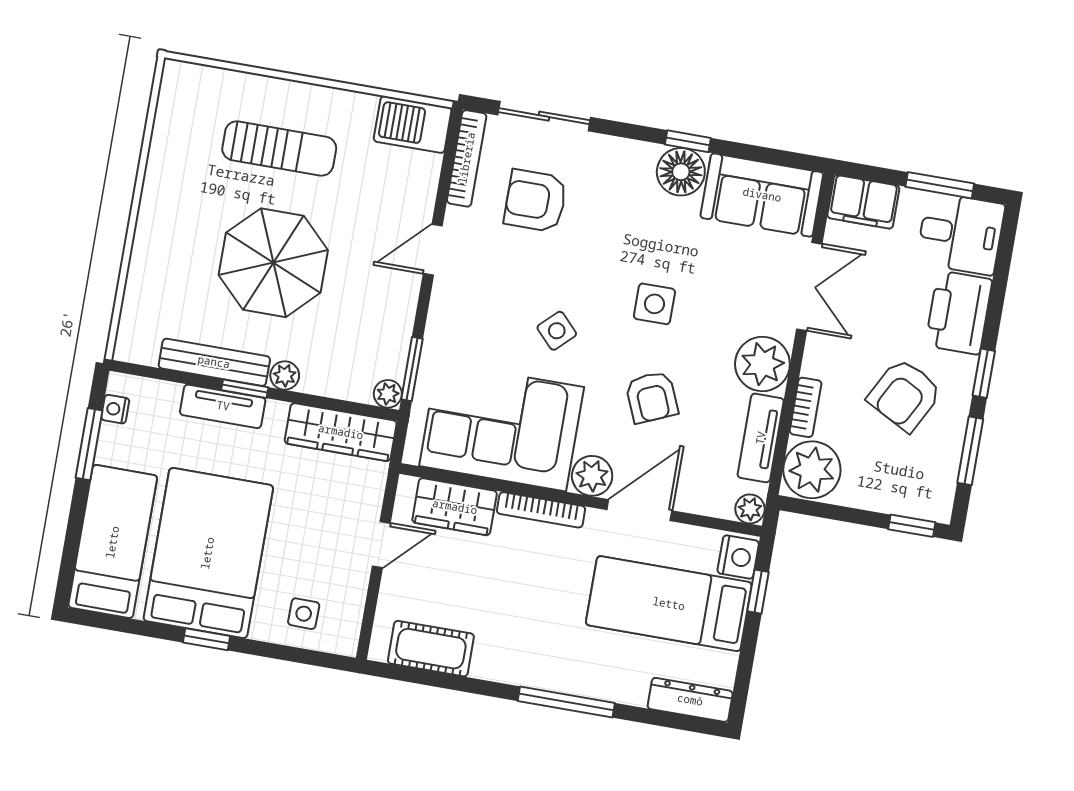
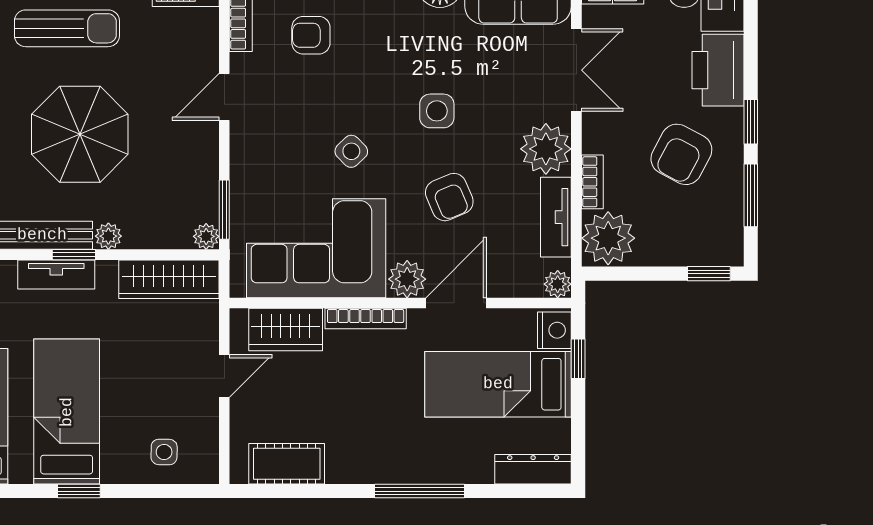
armchair: (535, 201) -> (311, 35), width x0.72, depth x0.72
bed: (208, 553) -> (67, 412), width x0.67

